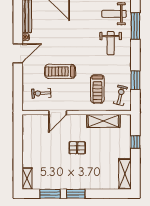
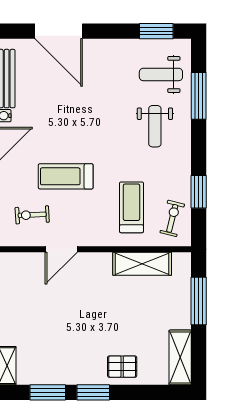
treadmill: (97, 89) -> (131, 207), turned 180
window: (135, 142) -> (199, 301), width x2.17
pallet: (77, 148) -> (122, 367), moved

